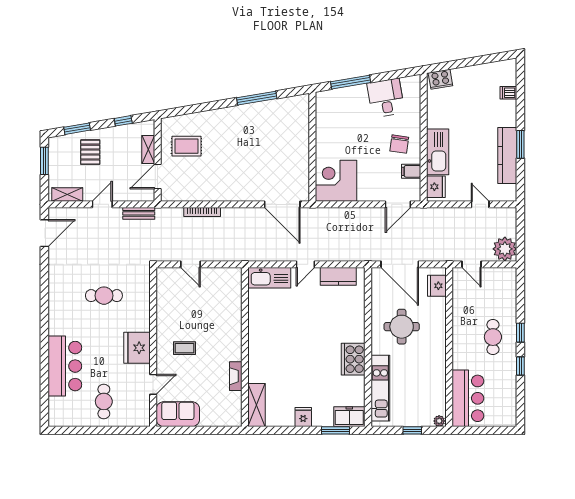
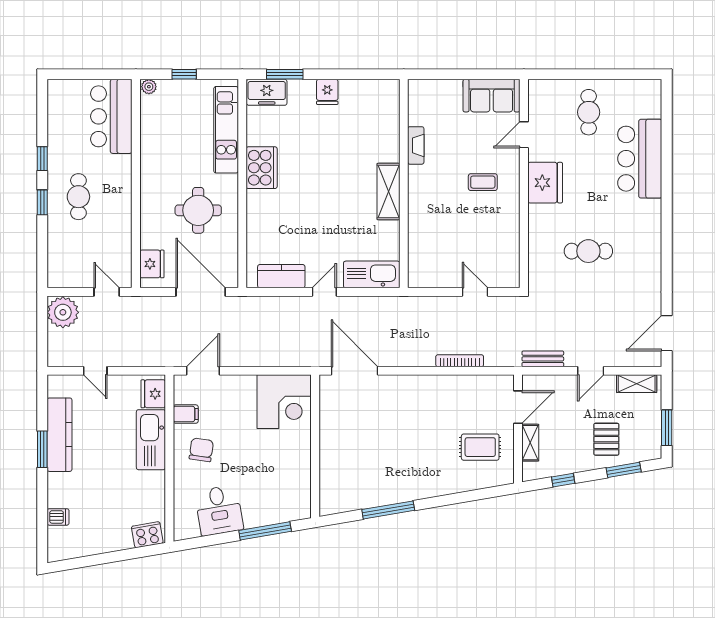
shelving: (256, 405) -> (388, 192), moved

